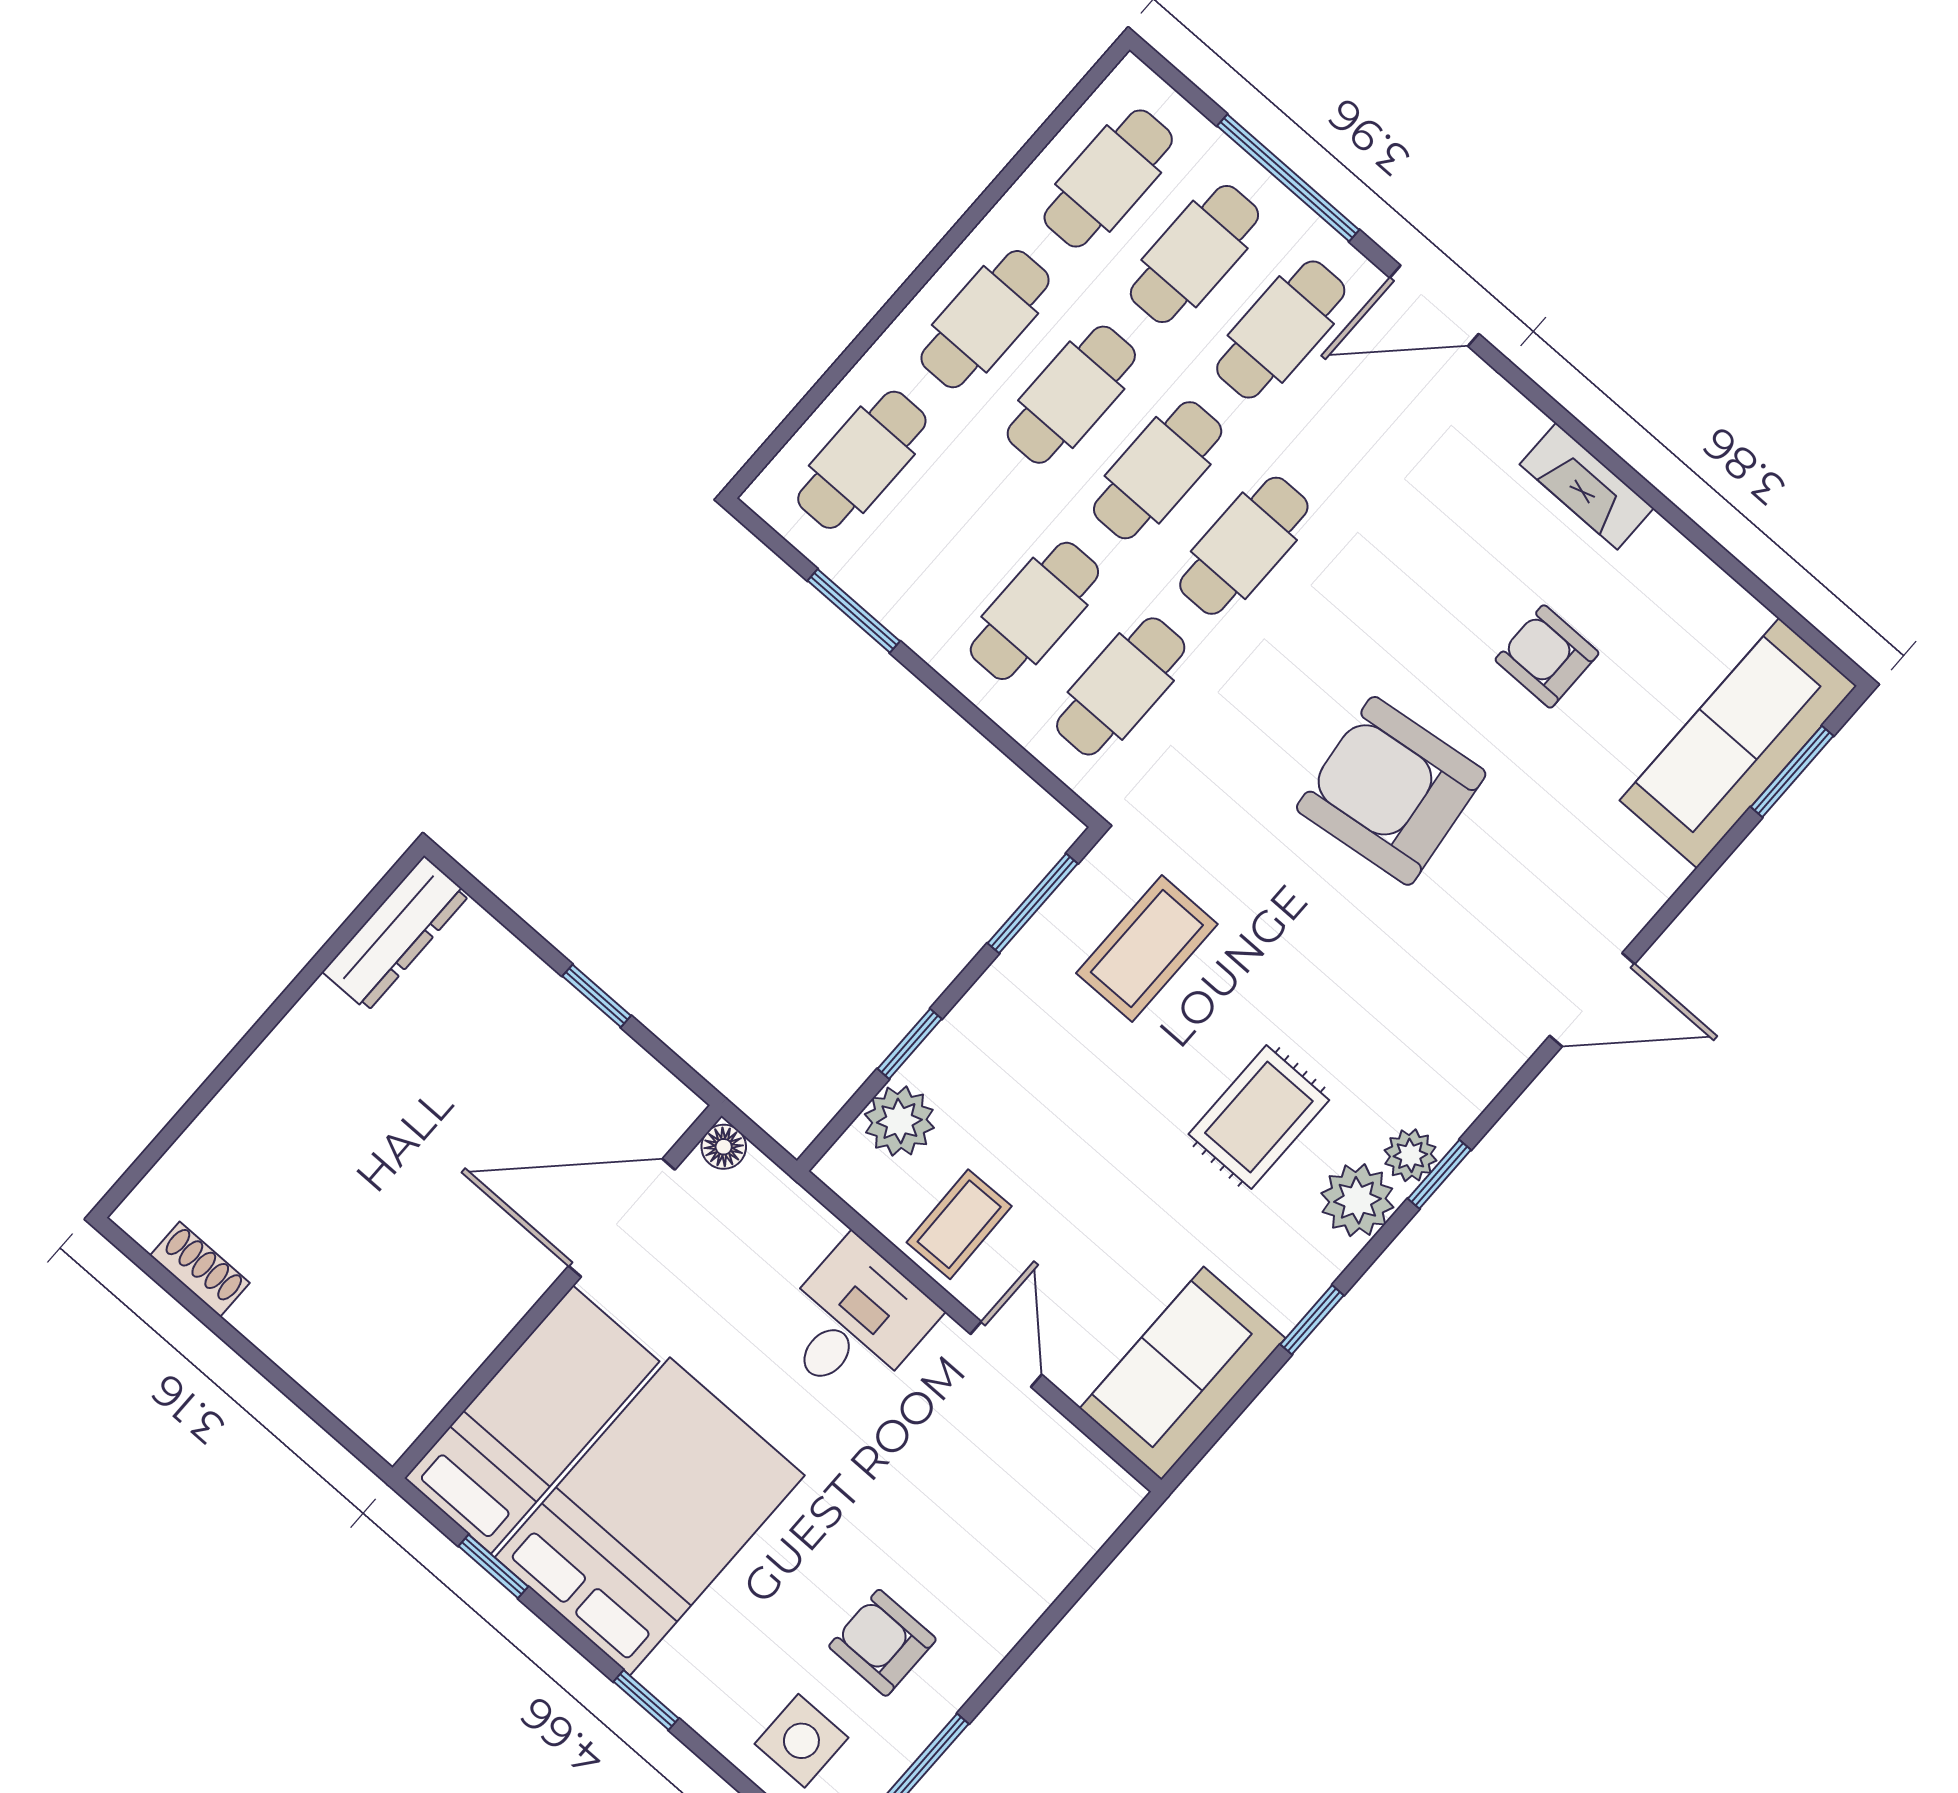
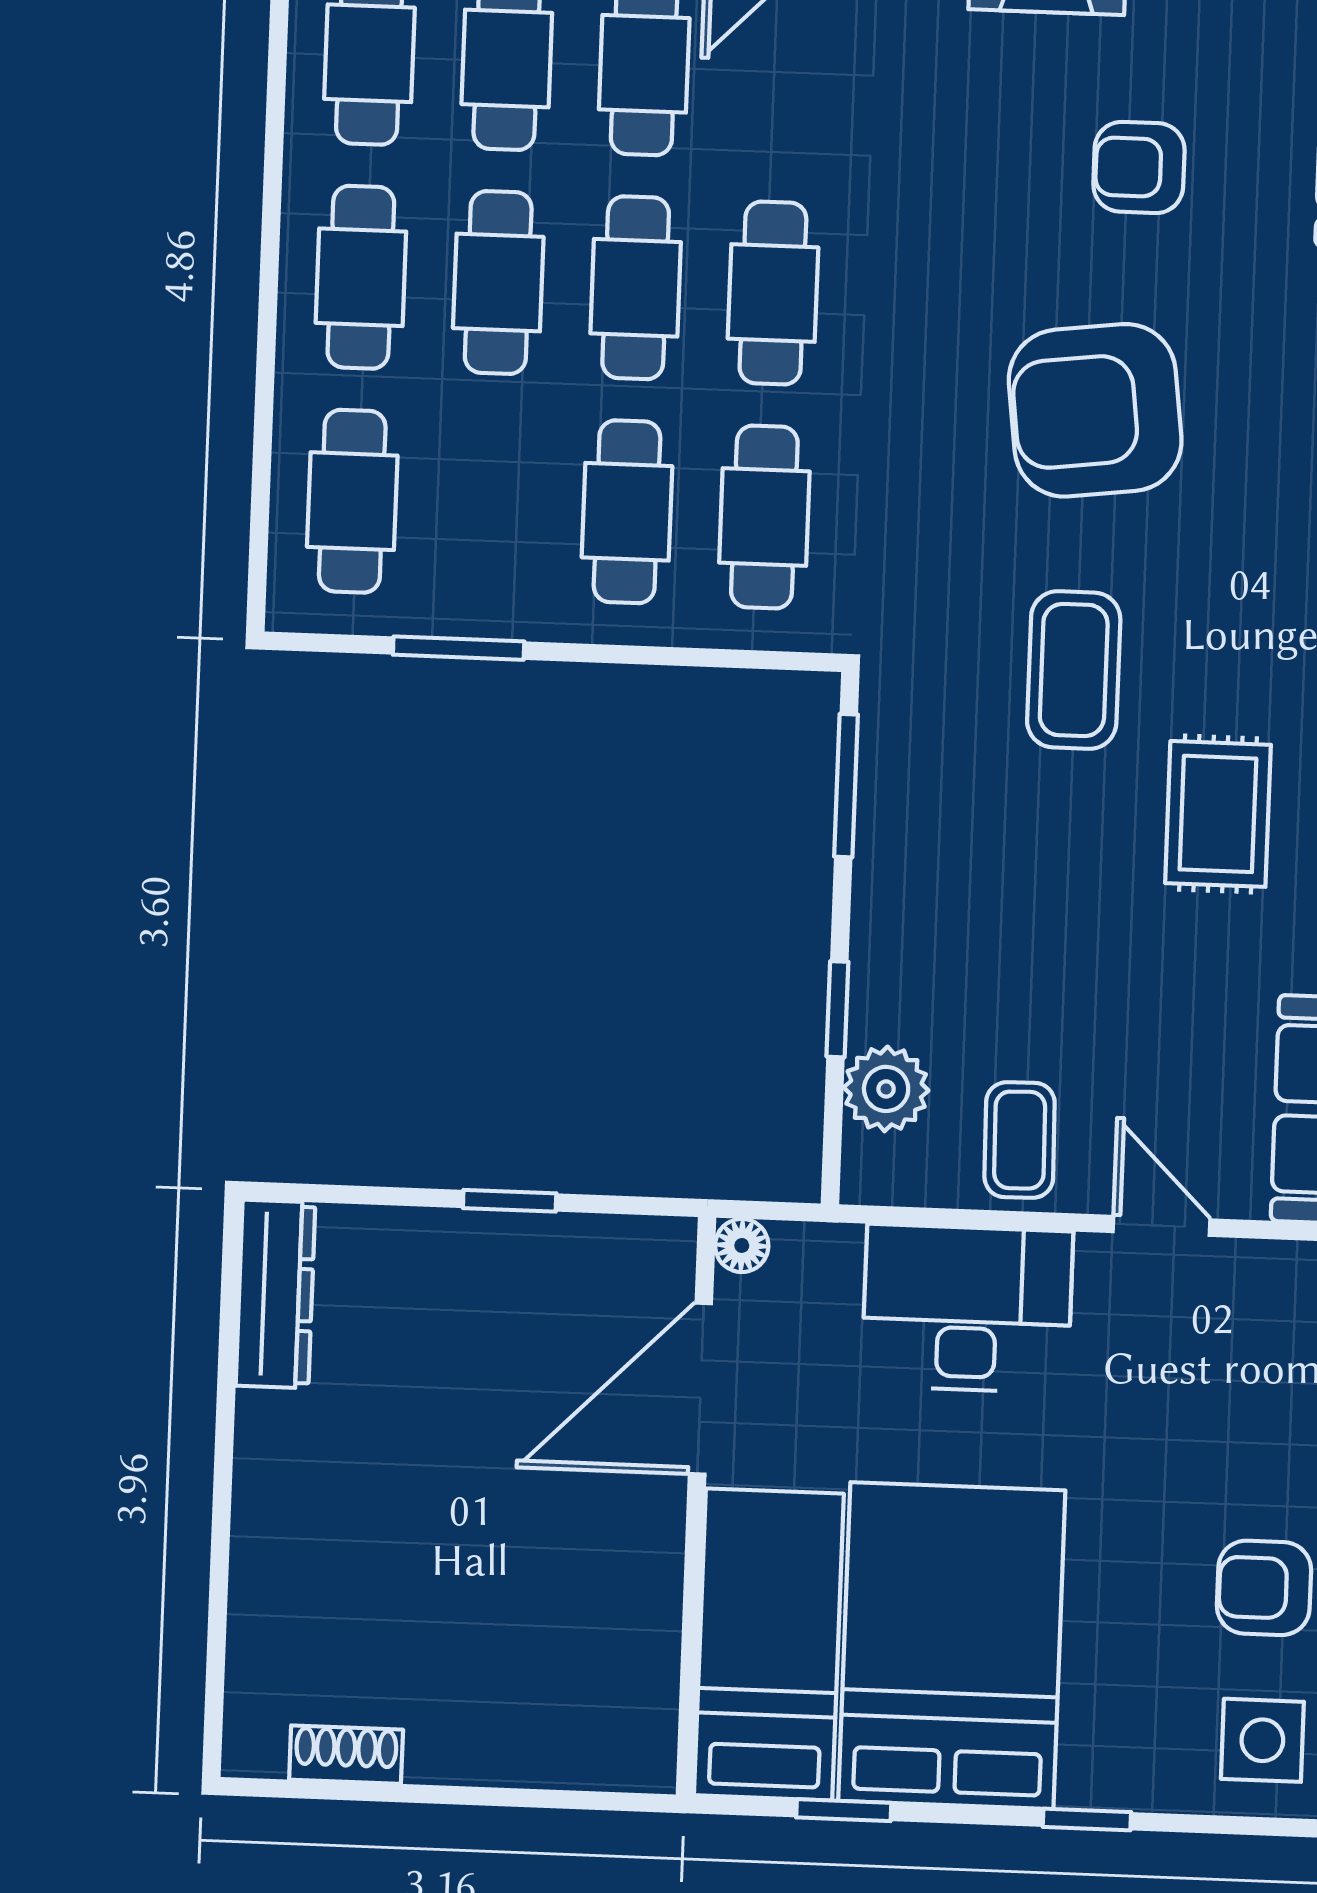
coffee table: (1147, 949) -> (1074, 670), moved
desk: (854, 1321) -> (967, 1309), width x1.37

